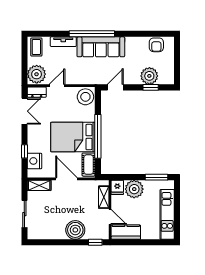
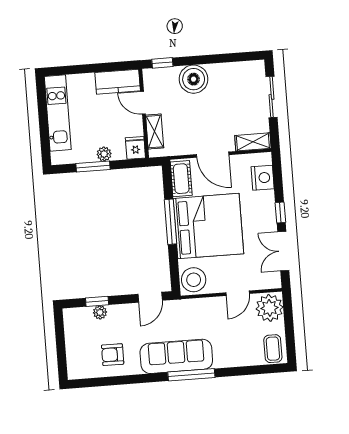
window: (92, 34) -> (191, 375), width x0.68
tv unit: (63, 42) -> (233, 360), removed
armchair: (156, 45) -> (113, 355), moved, turned -90
plant: (149, 76) -> (100, 312), width x0.53, depth x0.53
dresser: (37, 92) -> (267, 281), removed
window: (98, 136) -> (171, 222), width x0.68
bed: (73, 137) -> (208, 226), width x1.36
window: (24, 151) -> (280, 212), moved
window: (156, 177) -> (93, 167), moved
plant: (134, 189) -> (104, 154), width x0.53, depth x0.53

